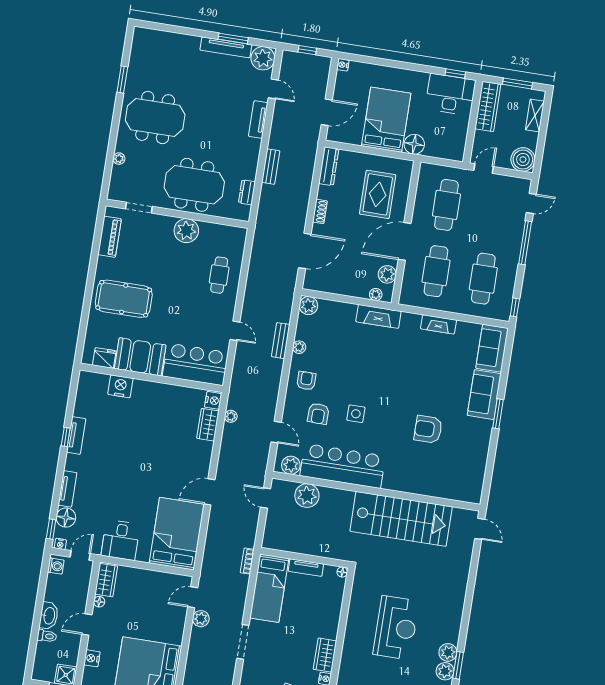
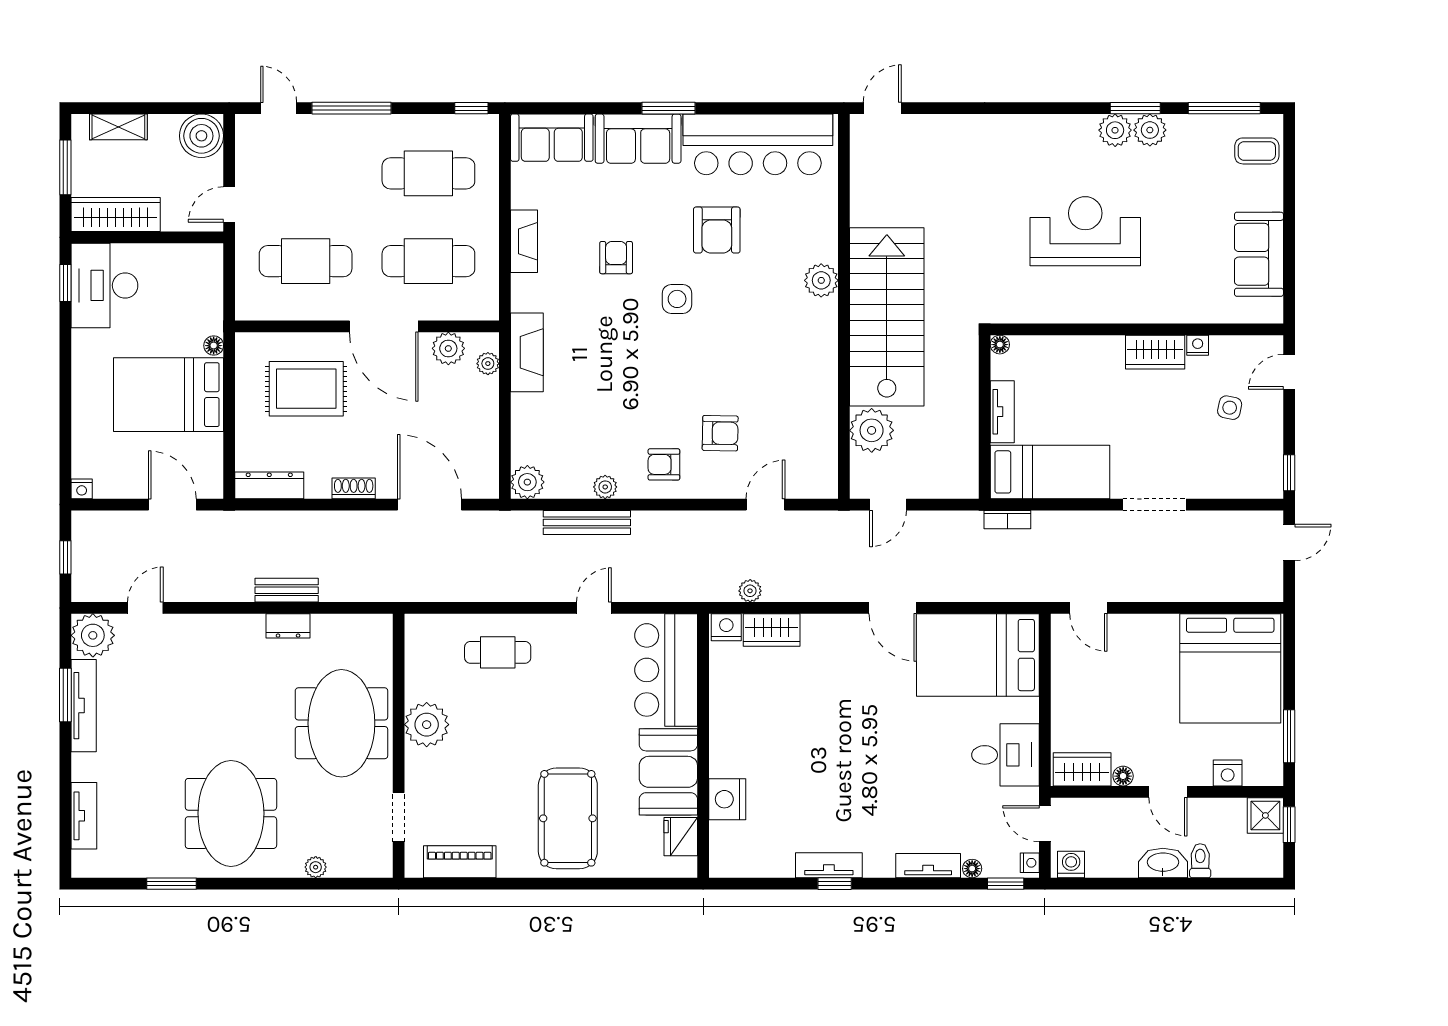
tv unit: (258, 120) -> (84, 816), moved, turned -90
floor lamp: (414, 144) -> (214, 346), width x0.53, depth x0.53
door: (484, 169) -> (229, 204), hinge flipped
dresser: (247, 192) -> (288, 626), moved
bench: (281, 341) -> (587, 522), width x1.36
armchair: (422, 373) -> (616, 258), added
side table: (356, 414) -> (677, 299), moved
plant: (291, 465) -> (821, 280), moved
bar counter: (343, 466) -> (758, 144), moved, turned -90
floor lamp: (66, 518) -> (972, 869), width x0.53, depth x0.53
stairs: (401, 519) -> (887, 317), moved
plant: (201, 619) -> (1125, 587), removed

